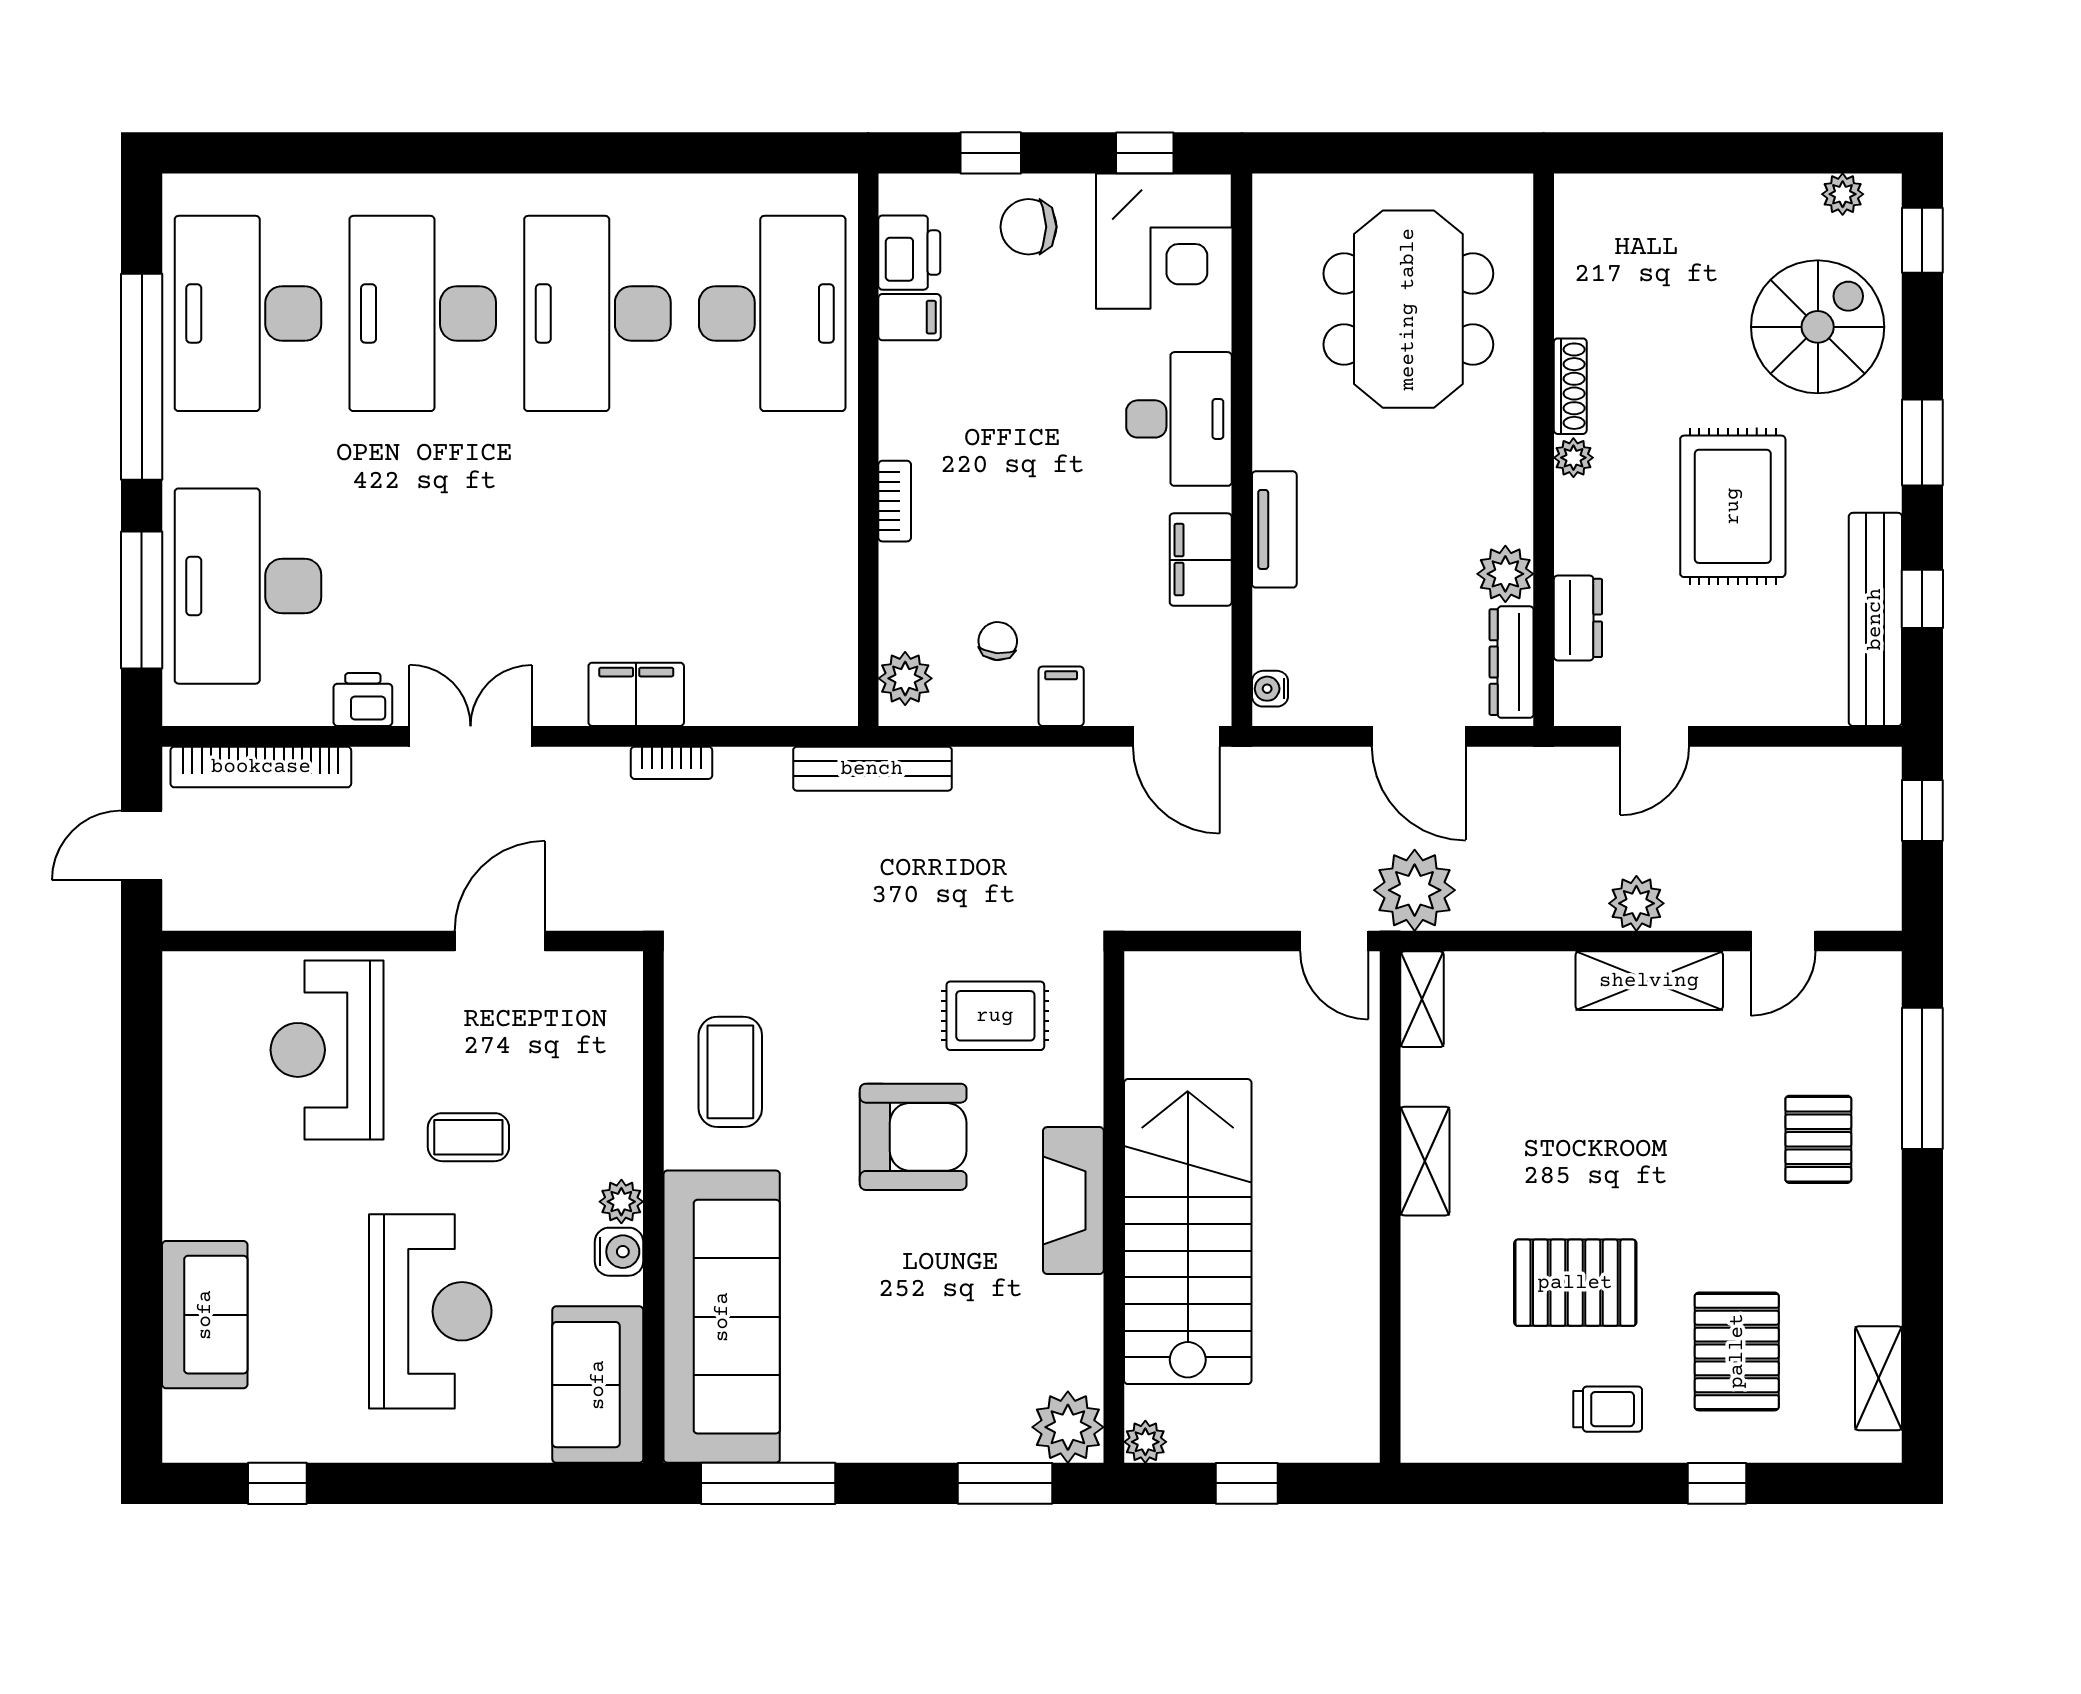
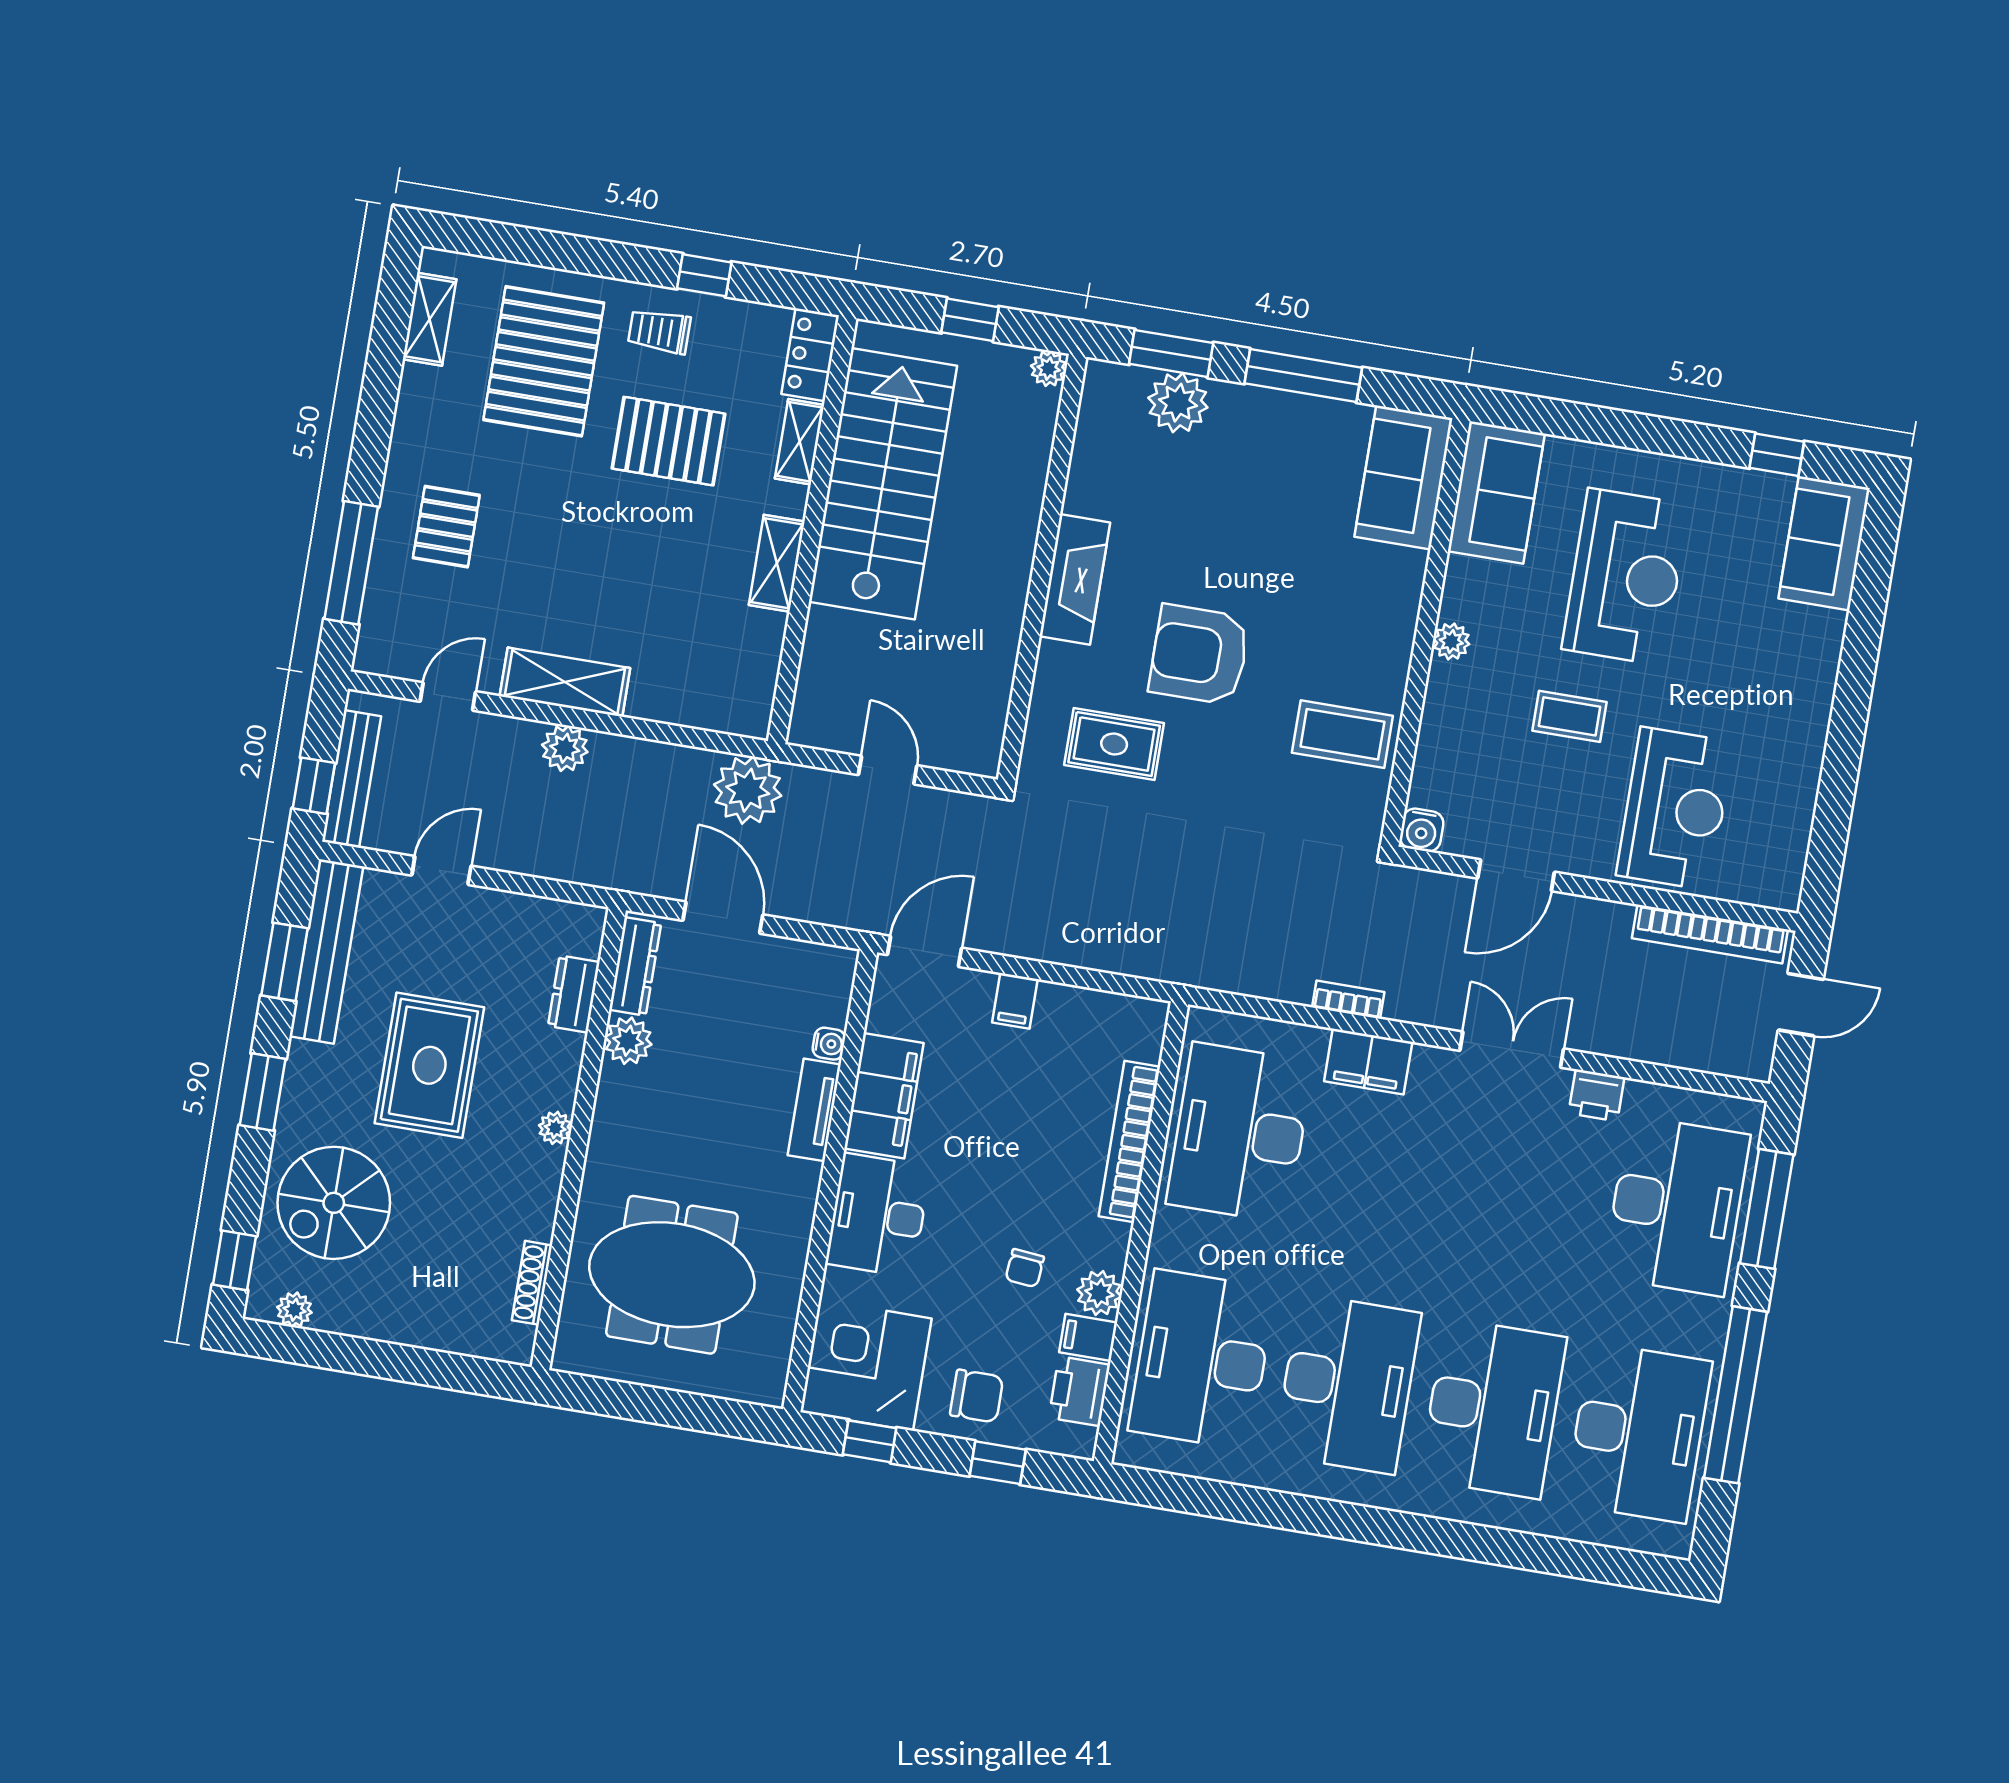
meeting table: (1408, 309) -> (672, 1275), turned 90
shoe rack: (1570, 386) -> (532, 1283), moved
bookcase: (895, 501) -> (1129, 1141), width x2.31, depth x1.31
filing cabinet: (1201, 560) -> (884, 1096), width x1.50, depth x1.17
desk: (772, 586) -> (1240, 1133), added
window: (1922, 599) -> (284, 962), width x1.50
chair: (998, 641) -> (1025, 1268), moved
plant: (905, 678) -> (1099, 1293), moved
water cooler: (1270, 689) -> (829, 1044), moved
double door: (471, 736) -> (1512, 1050), swing flipped
door: (1176, 736) -> (925, 951), hinge flipped
door: (1655, 736) -> (441, 871), moved
bookcase: (261, 767) -> (1710, 934), moved, turned 180
bench: (872, 769) -> (352, 779), moved, turned 90
door: (1334, 941) -> (888, 770), moved
shelving: (1422, 999) -> (800, 442), moved
coffee table: (730, 1072) -> (1342, 734), turned 90
stairs: (1188, 1232) -> (883, 484), moved, turned 180
water cooler: (619, 1252) -> (1422, 830), moved, turned -90
reception desk: (430, 1311) -> (1626, 577), turned 180
sofa: (205, 1315) -> (1824, 543), moved
sofa: (722, 1317) -> (1403, 477), width x0.54, depth x0.79
pallet: (1737, 1351) -> (544, 361), width x1.37, depth x1.41
locker: (1427, 1411) -> (810, 355), added
plant: (1068, 1427) -> (1178, 403), moved
window: (768, 1483) -> (1303, 376), moved
window: (1717, 1483) -> (704, 275), moved

